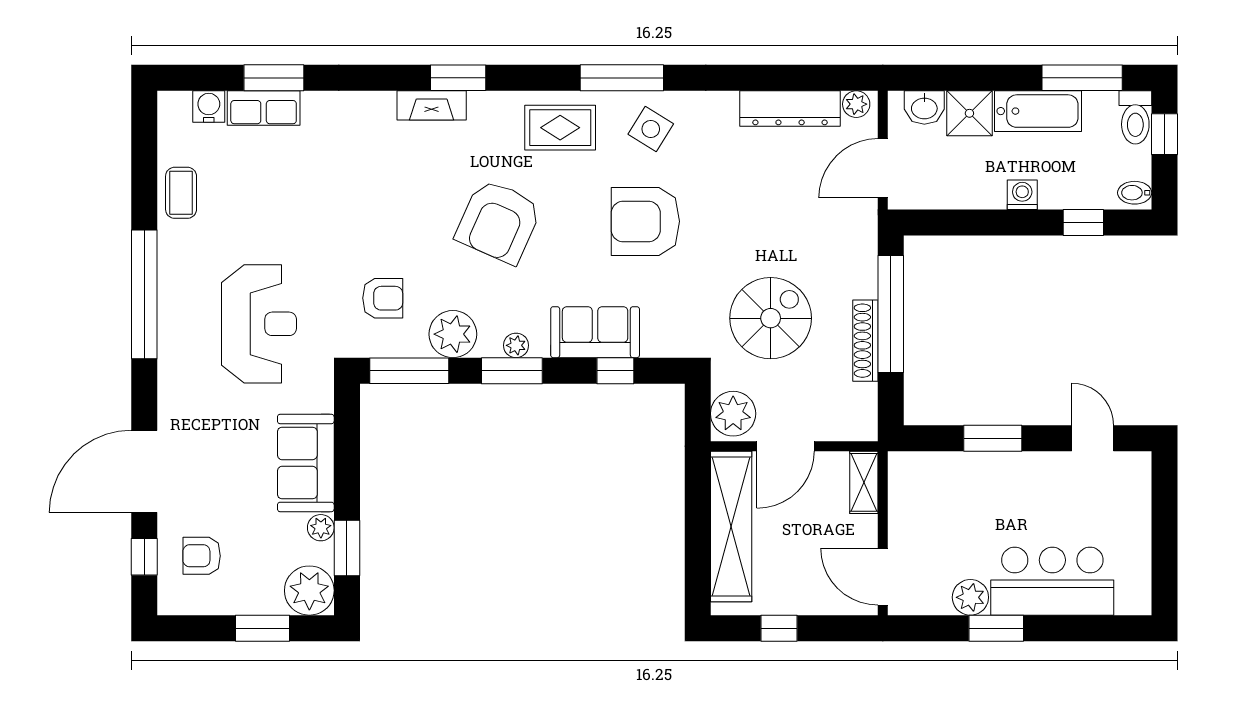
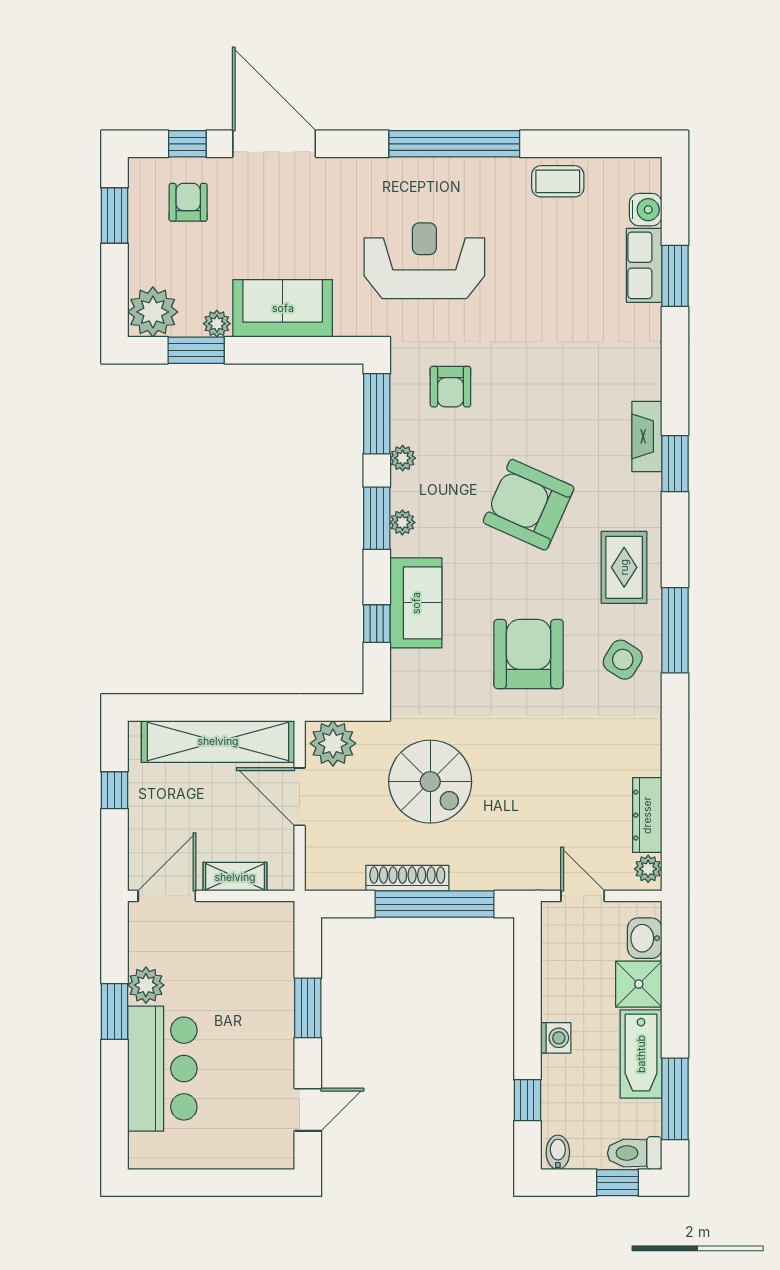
dresser: (790, 109) -> (647, 815), width x0.73, depth x0.80
door: (883, 168) -> (583, 896), width x0.73
reception desk: (259, 324) -> (424, 261), turned 180
plant: (453, 334) -> (403, 458), width x0.53, depth x0.53
shelving: (864, 482) -> (235, 877), moved
window: (263, 628) -> (114, 216), moved

